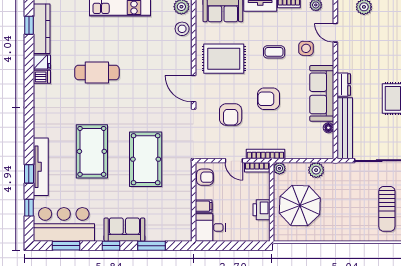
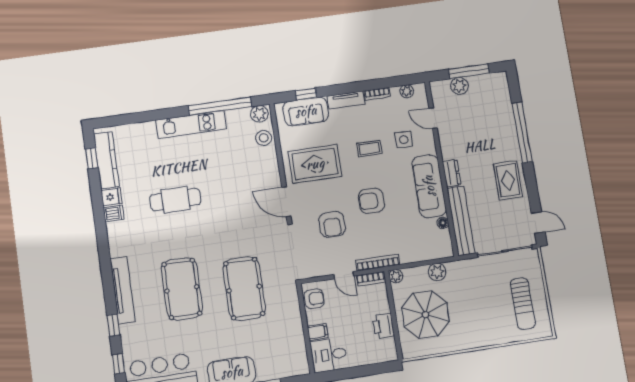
tv unit: (41, 167) -> (123, 290), moved

